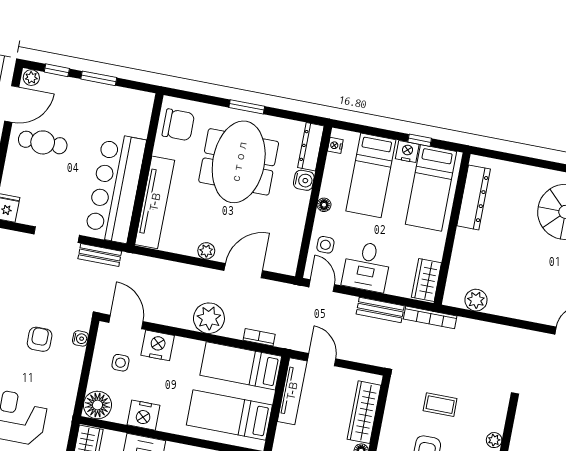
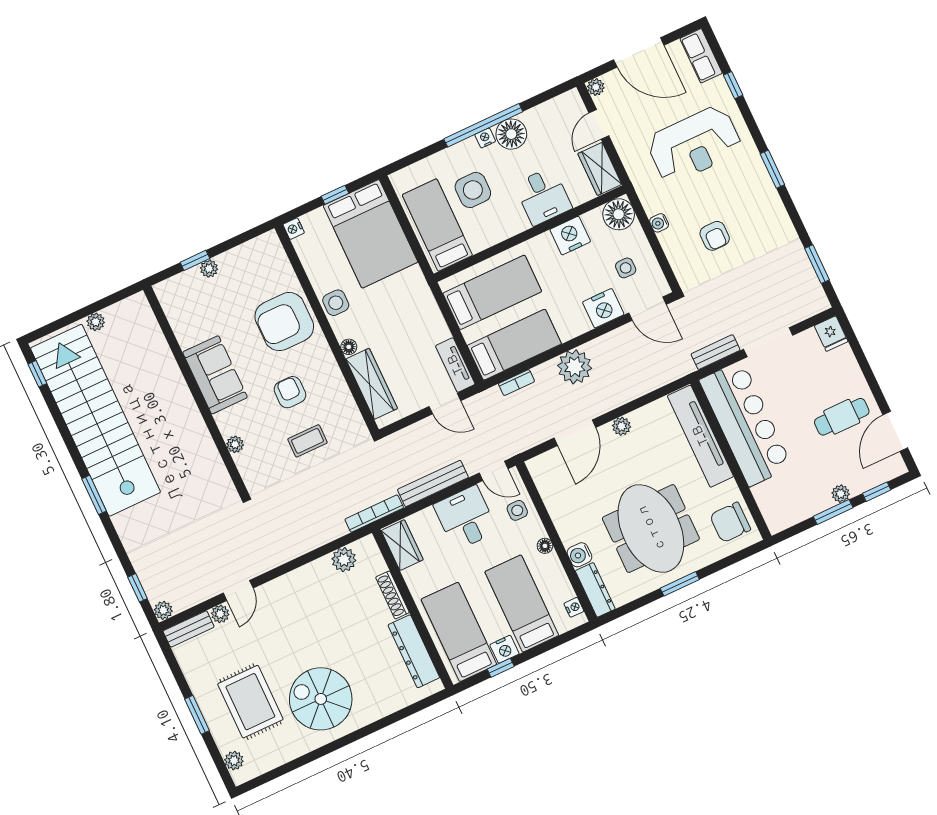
plant: (31, 78) -> (841, 494), moved
shoe rack: (460, 249) -> (392, 595), added
bench: (380, 310) -> (433, 483), width x1.36
water cooler: (80, 338) -> (659, 223), moved
tv unit: (292, 391) -> (455, 365), width x0.71

